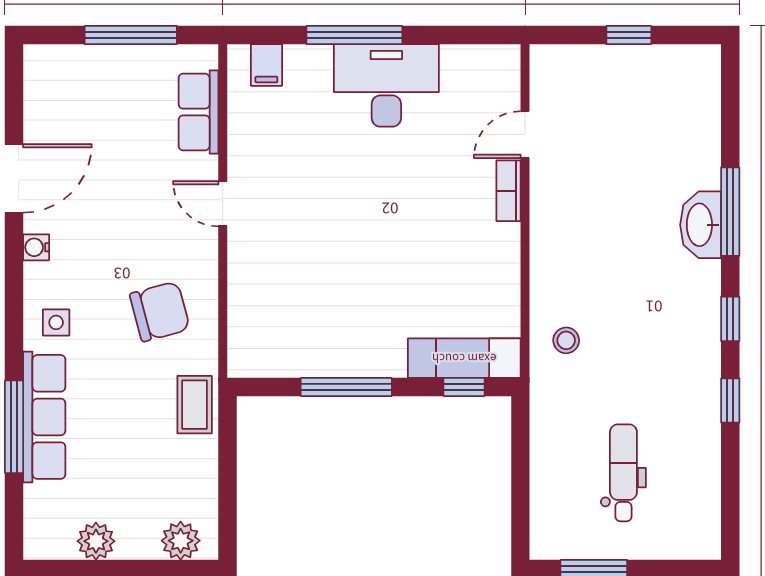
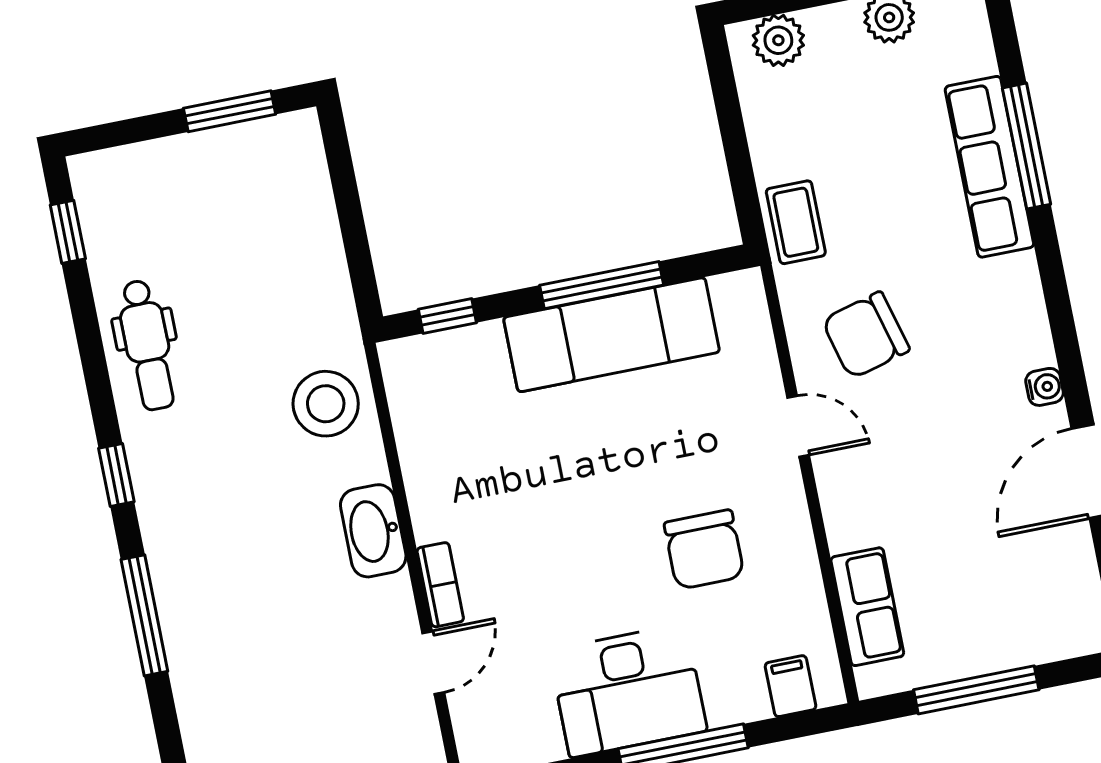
chair: (310, 178) -> (704, 550), added
door: (223, 204) -> (798, 426), moved
washbasin: (701, 225) -> (373, 531), moved, turned 180
side table: (56, 322) -> (999, 294), removed
stool: (566, 340) -> (326, 404), width x1.89, depth x1.89
exam couch: (464, 358) -> (612, 335), moved, width x1.36, depth x1.45
window: (730, 400) -> (68, 232), moved
dental chair: (623, 473) -> (147, 345), moved

